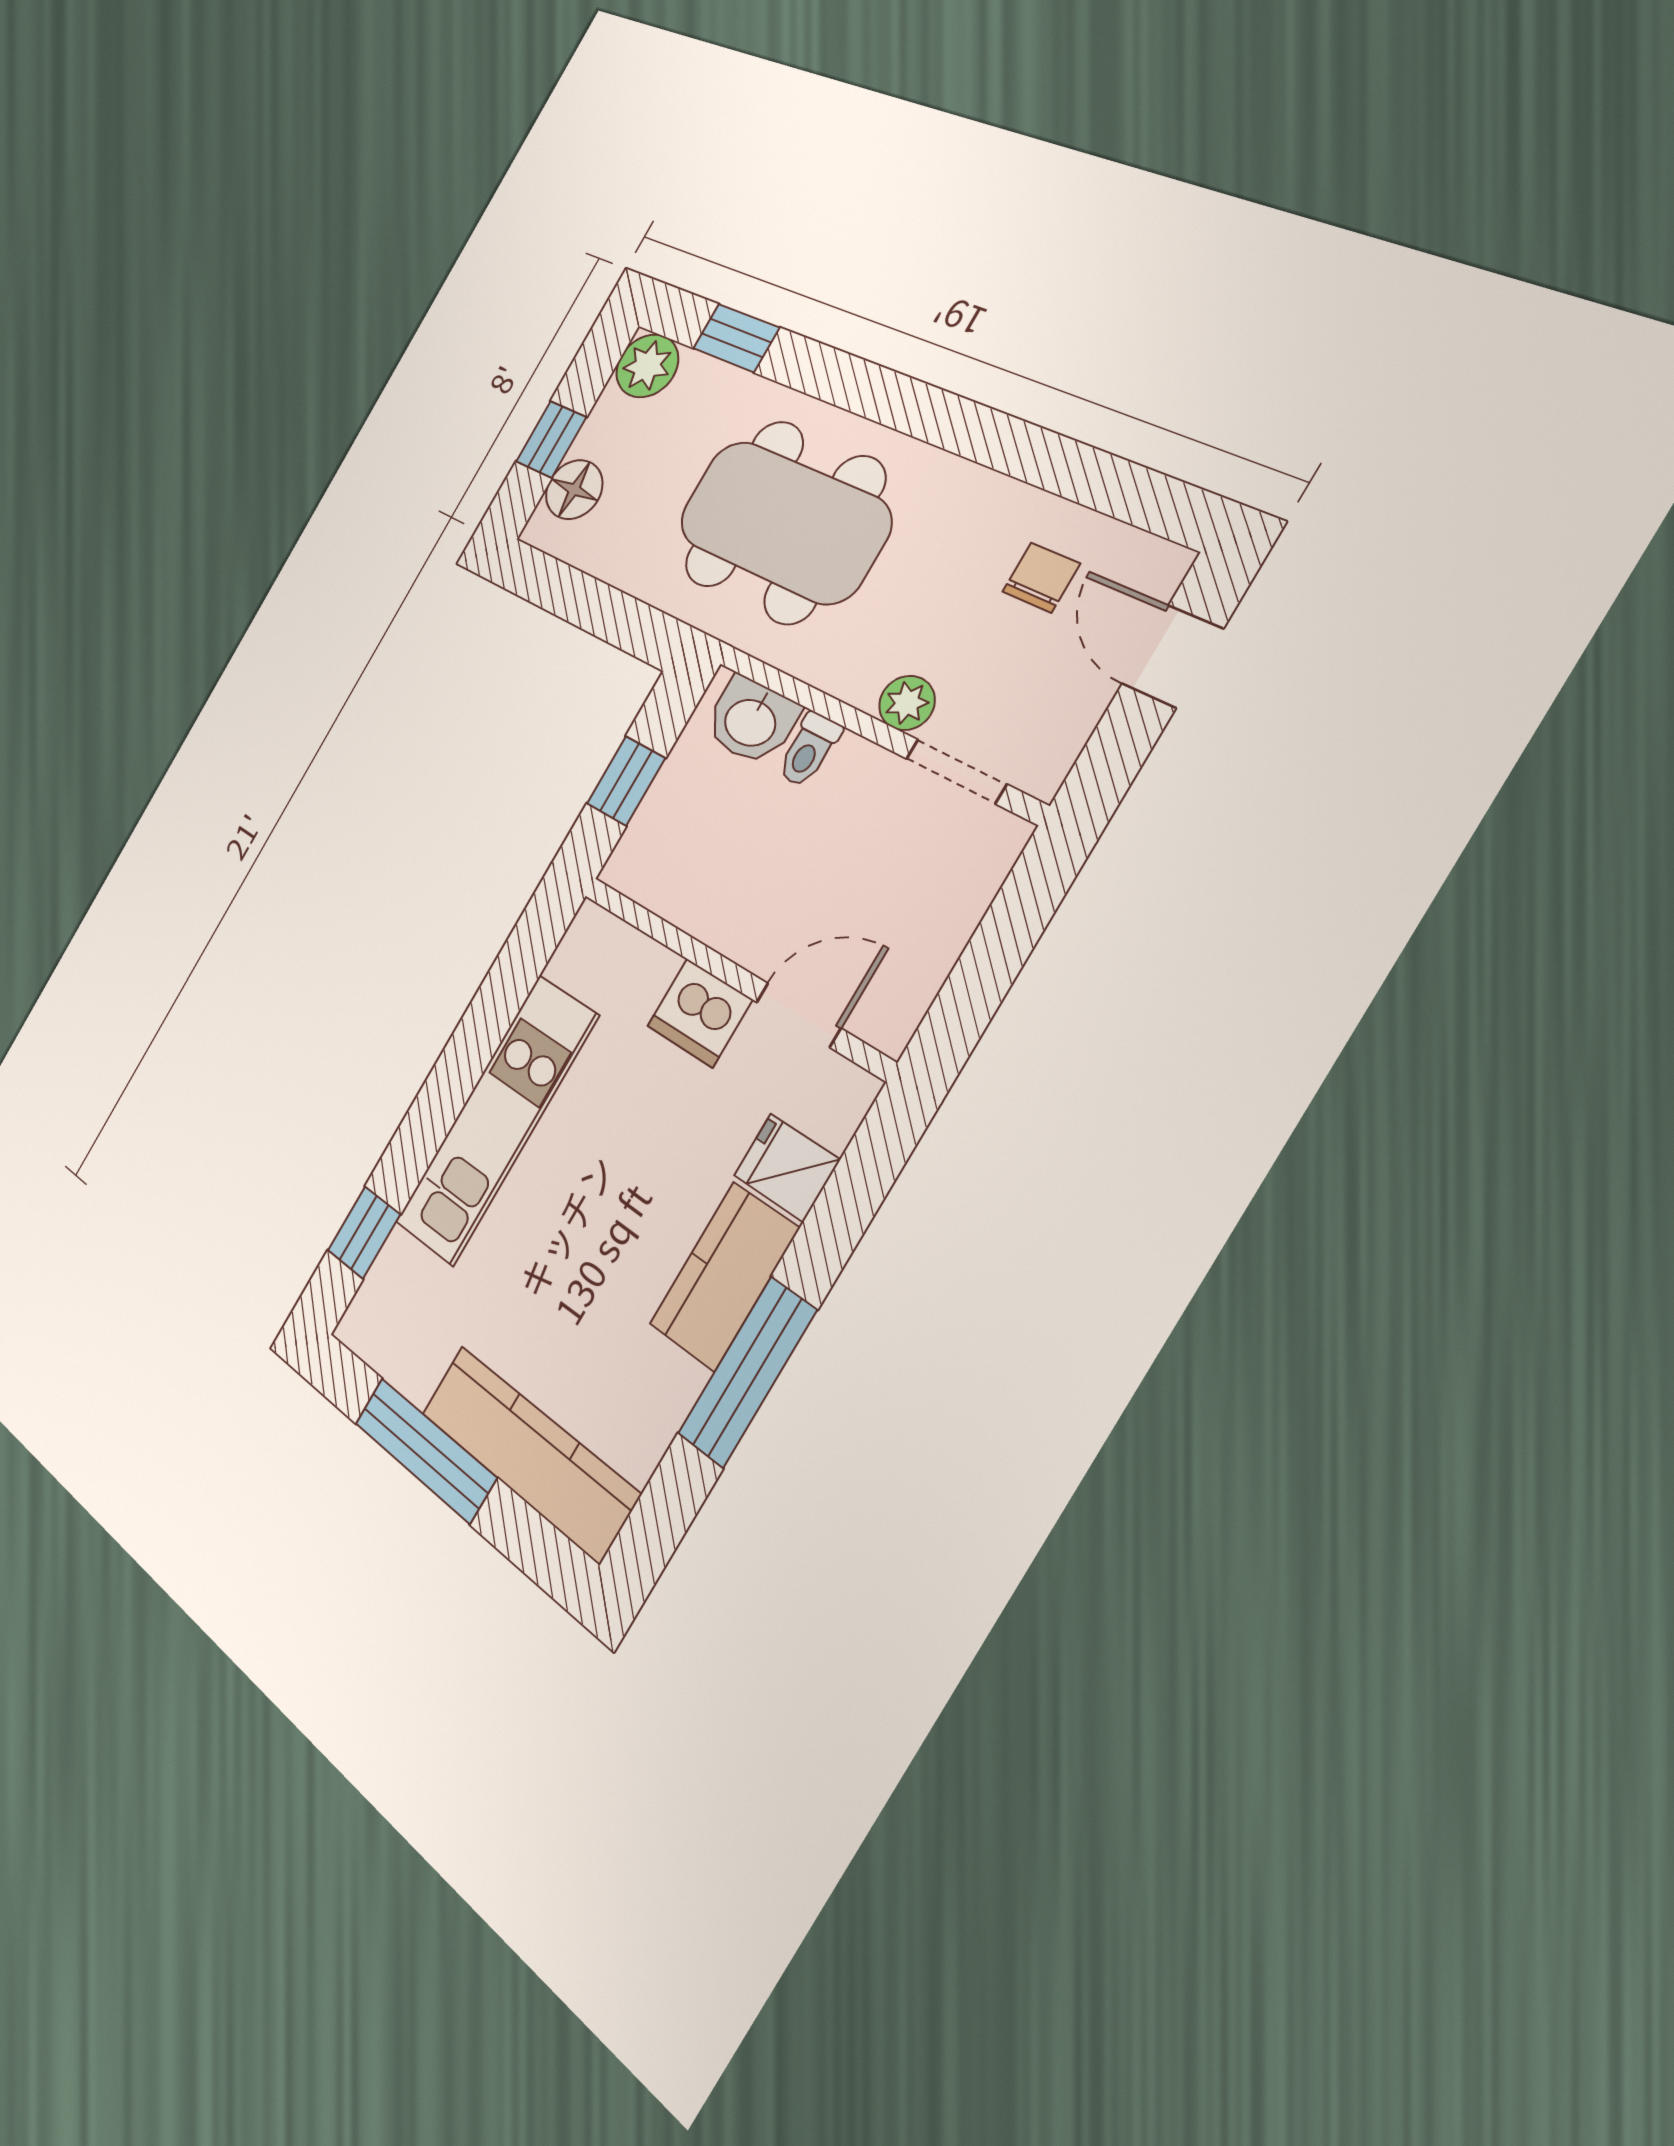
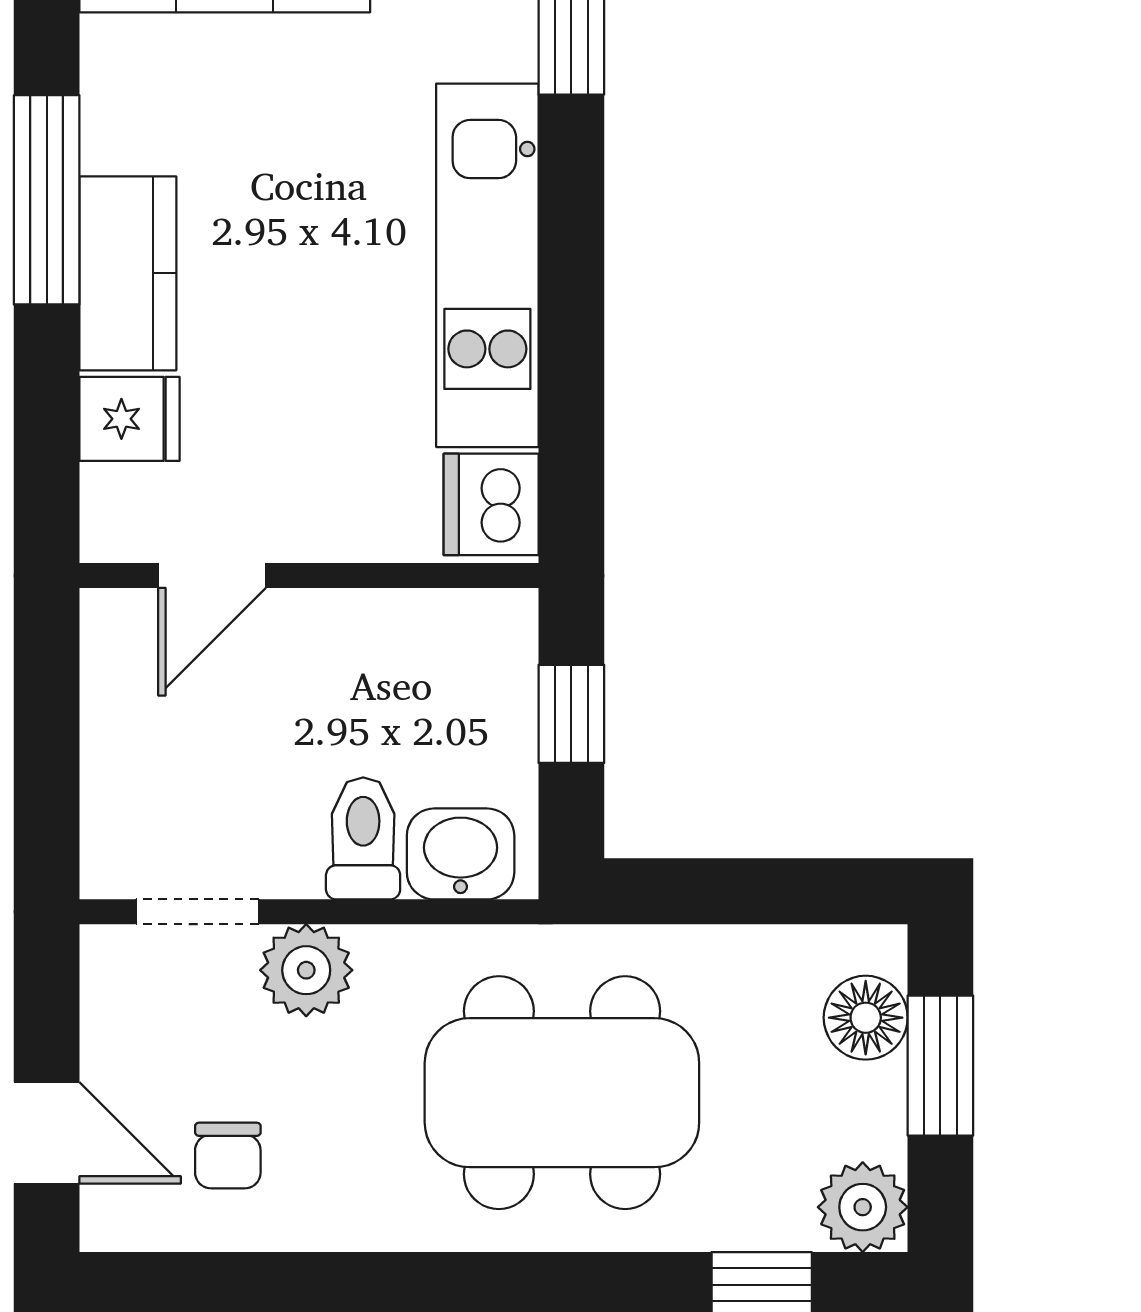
window: (551, 439) -> (940, 1066), width x1.50
plant: (907, 703) -> (306, 970), width x1.38, depth x1.38
toilet: (809, 750) -> (363, 838), width x1.37, depth x1.39
dishwasher: (700, 1013) -> (491, 504), moved, turned -90

